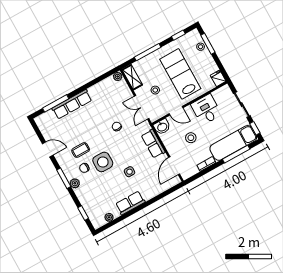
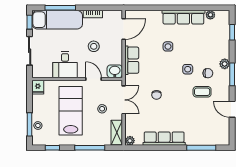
lab bench: (180, 74) -> (71, 111), turned 180
row of seats: (72, 104) -> (164, 139), moved
side table: (103, 162) -> (188, 69), width x0.54, depth x0.54
row of seats: (130, 203) -> (183, 17), width x1.48

